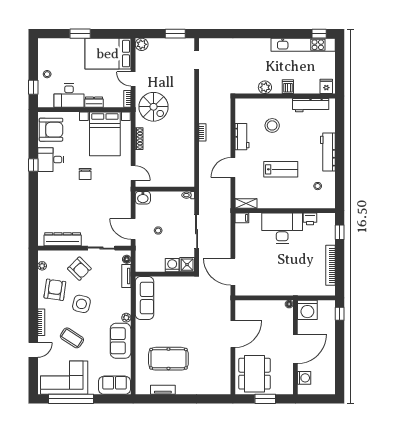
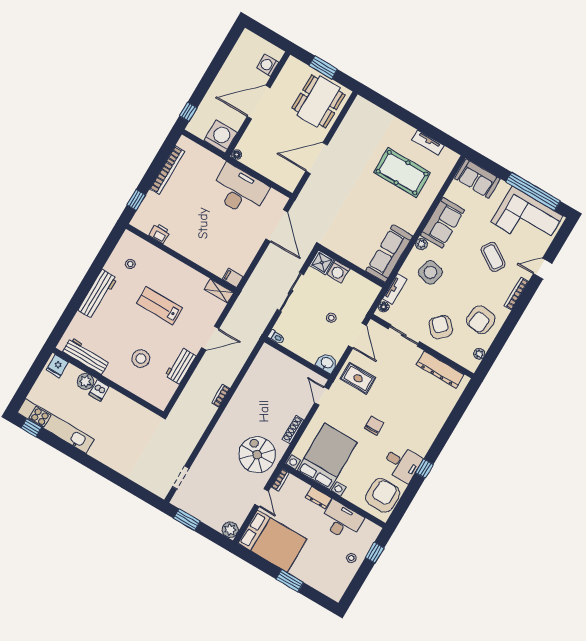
plant: (265, 87) -> (86, 382), moved
armchair: (51, 130) -> (383, 495), turned 90
rug: (115, 200) -> (358, 378), added
desk: (282, 228) -> (239, 190), moved, turned 180
side table: (81, 304) -> (430, 272), moved

